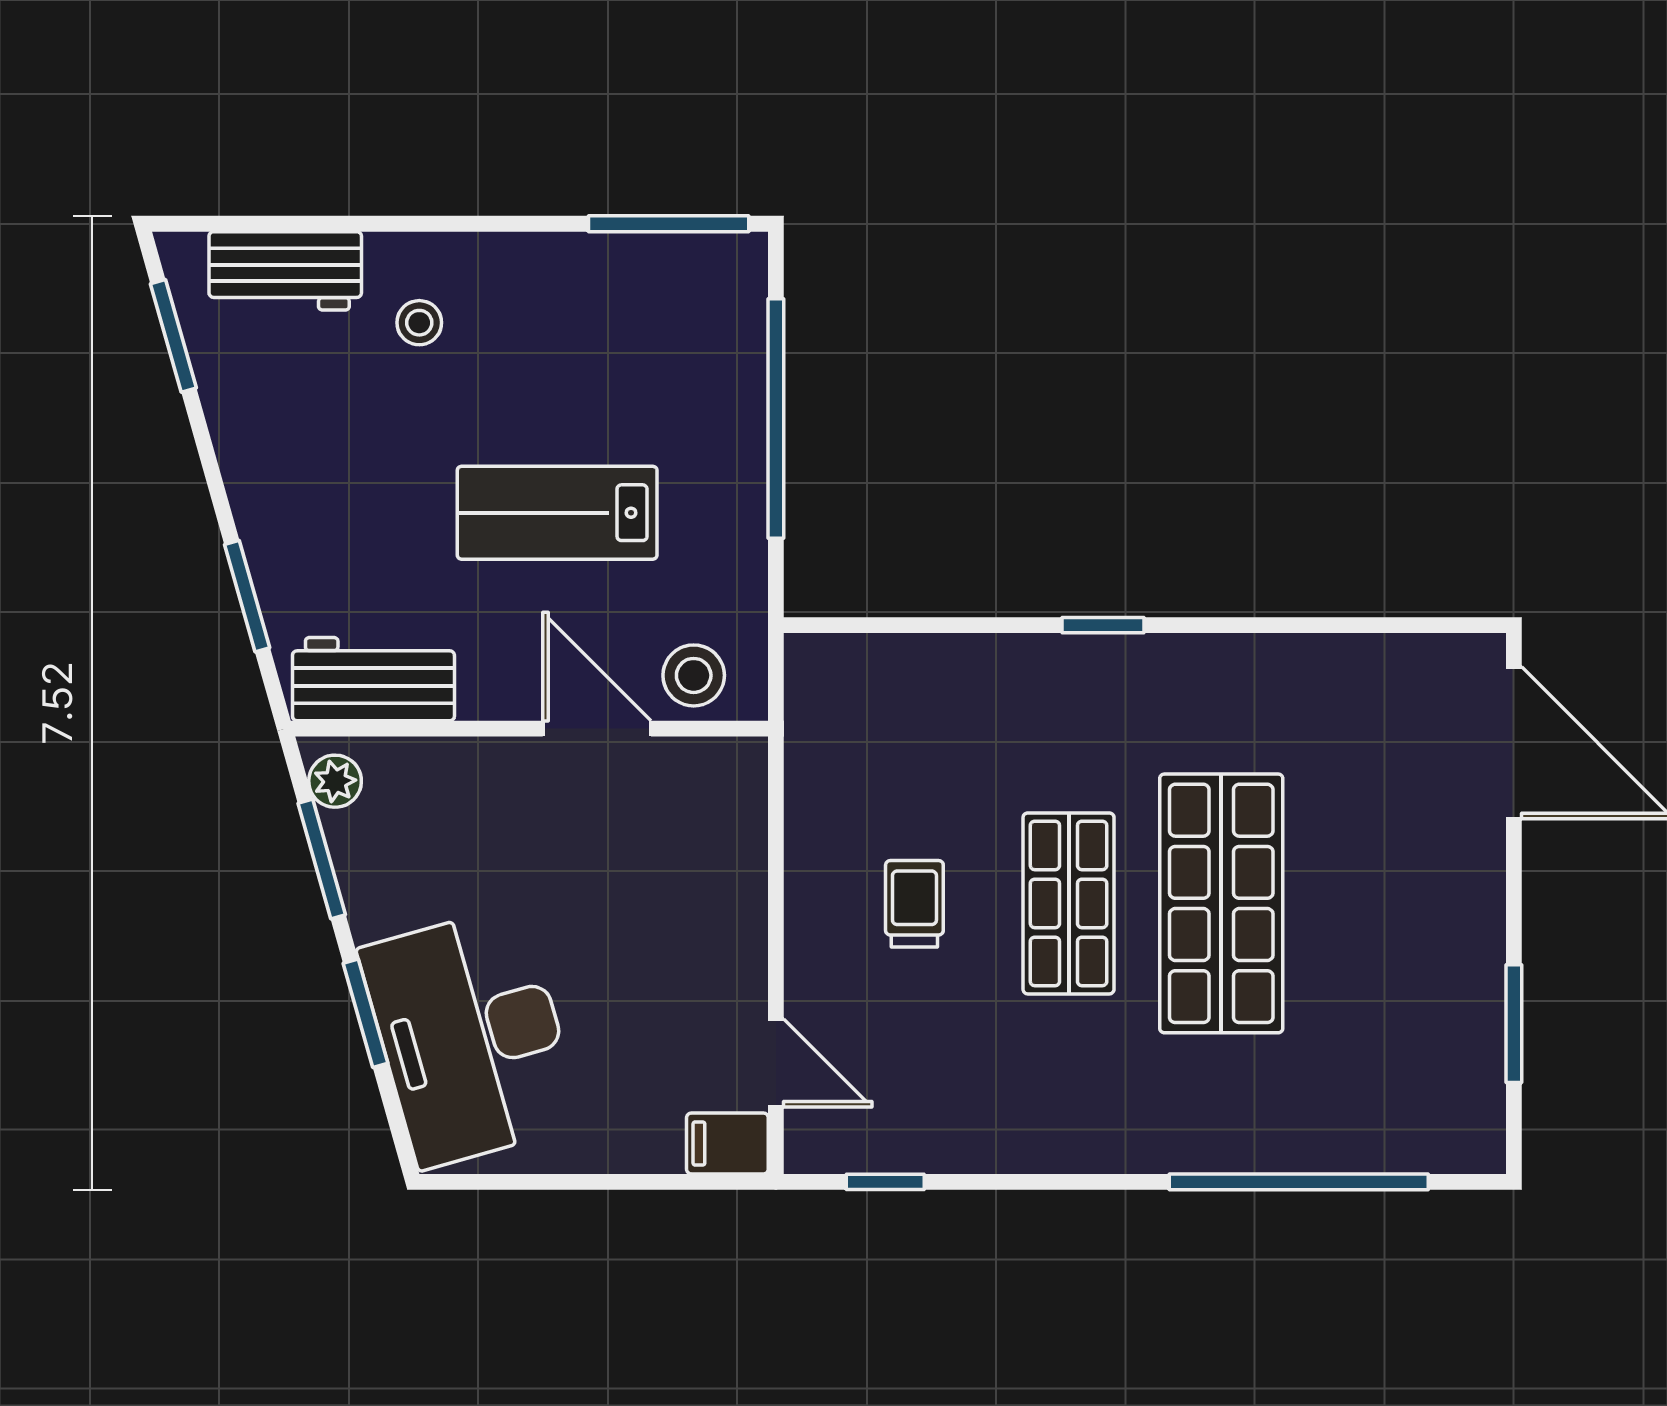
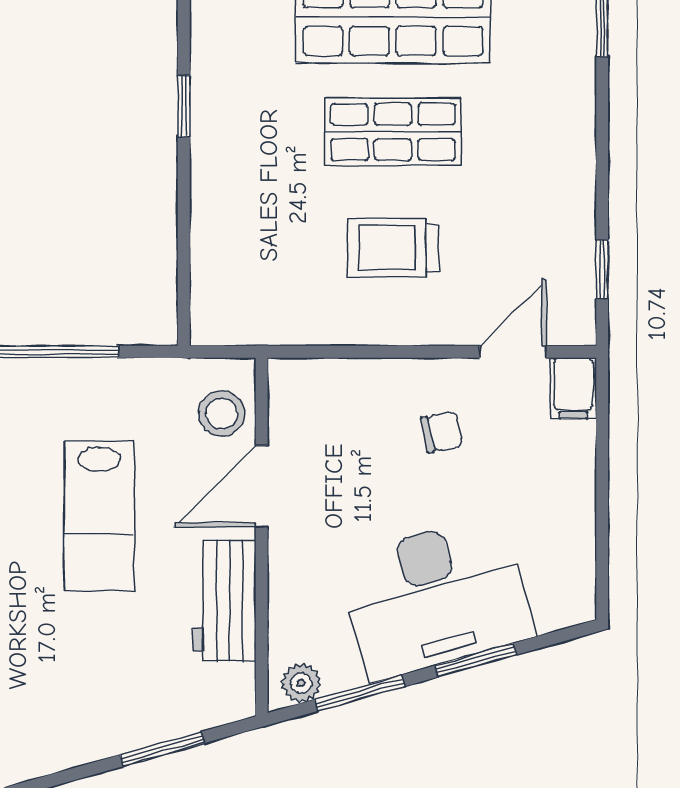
workbench: (373, 679) -> (224, 601), moved
trolley: (914, 904) -> (393, 248), width x1.36, depth x1.39
chair: (669, 968) -> (442, 432), added
desk: (471, 1037) -> (436, 597), moved

